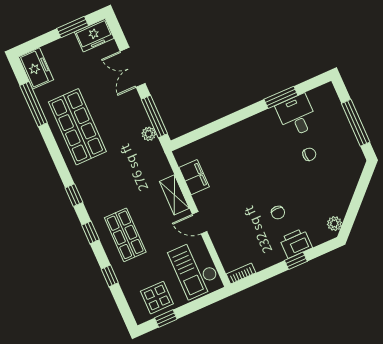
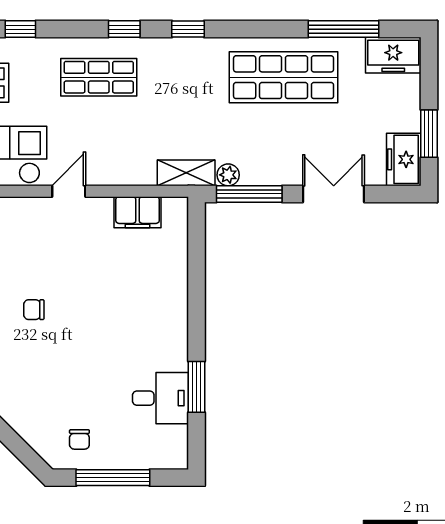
chair: (309, 154) -> (79, 439), moved
shelving: (174, 195) -> (186, 173), moved
window: (110, 276) -> (20, 29), moved

